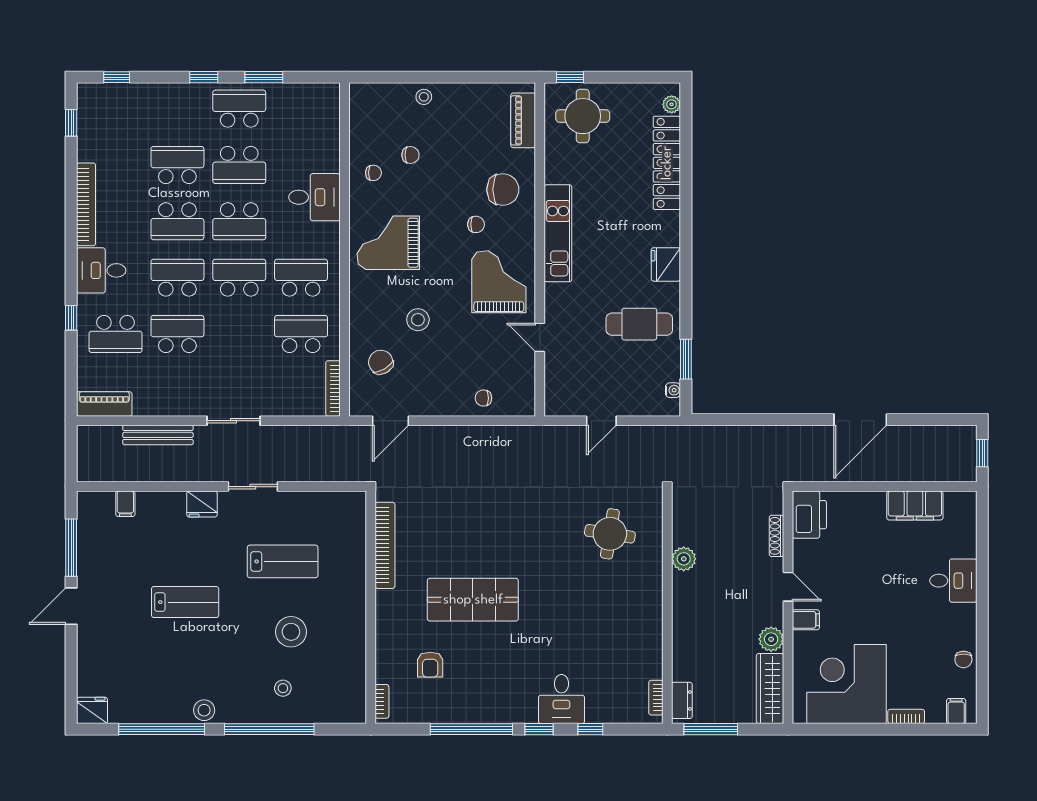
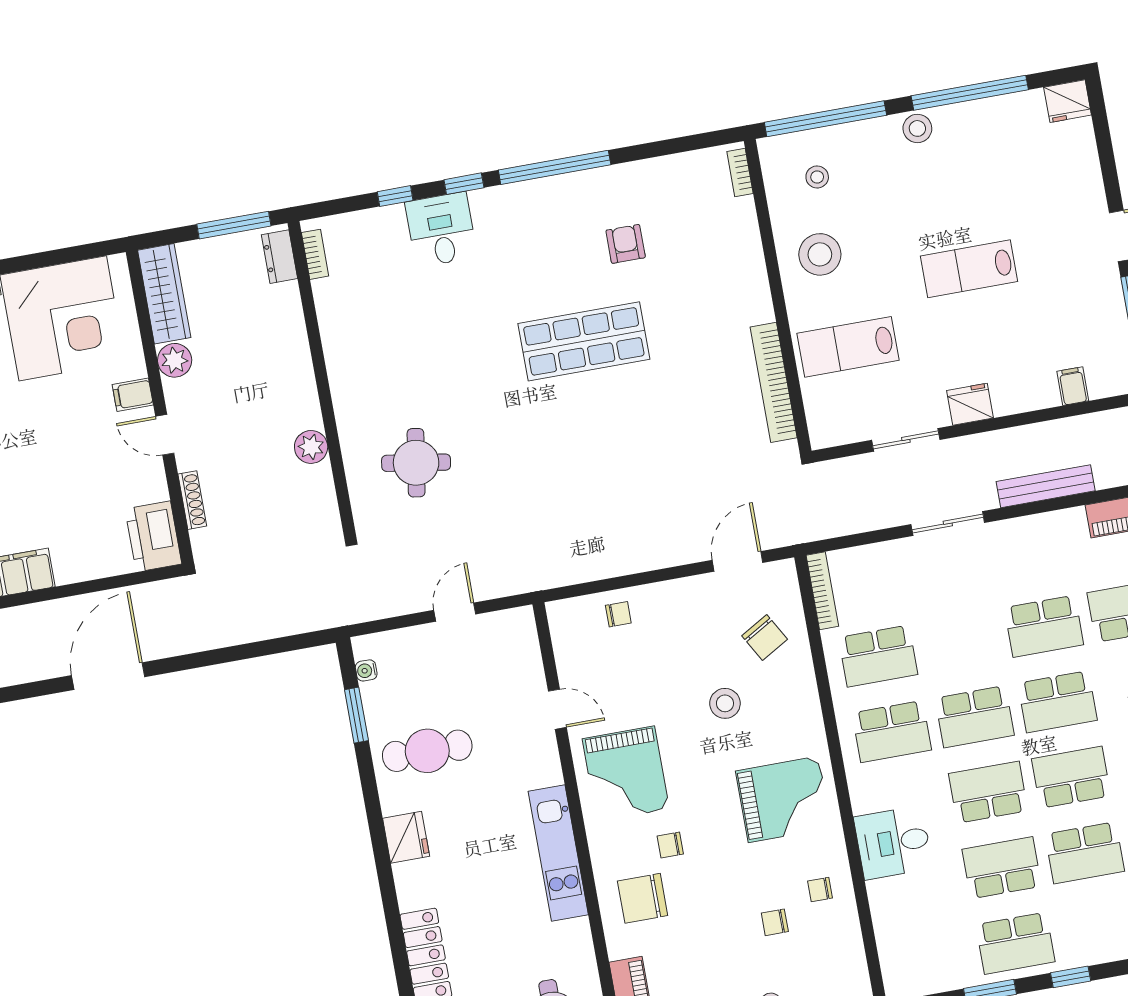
bookcase: (385, 545) -> (774, 382), moved
wall: (371, 607) -> (778, 296), moved
bookcase: (382, 701) -> (740, 173), moved

